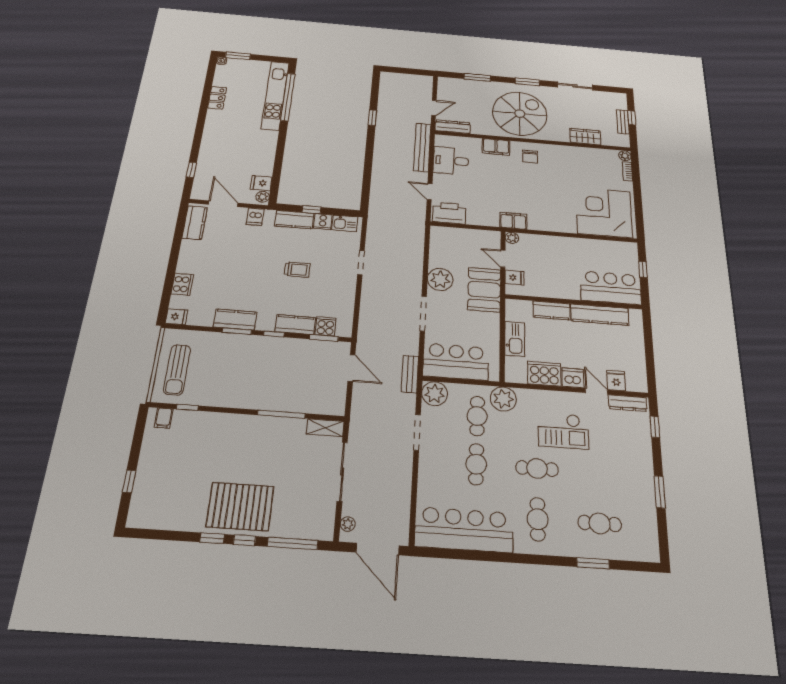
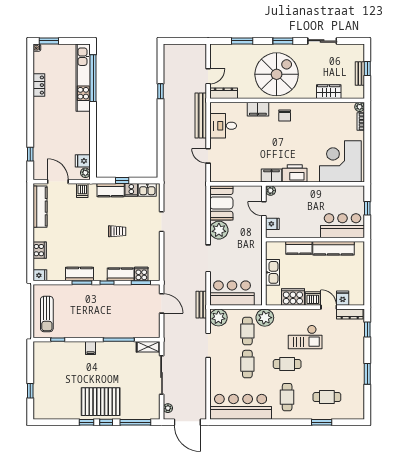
printer: (449, 213) -> (295, 173), moved
kitchen counter: (195, 223) -> (40, 207), width x1.50
booth: (484, 290) -> (221, 203), moved
filing cabinet: (164, 418) -> (91, 348), moved

